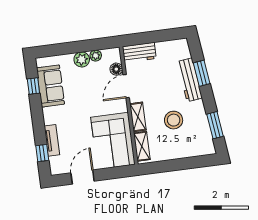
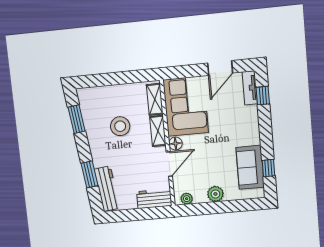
plant: (96, 56) -> (187, 199), moved
floor lamp: (116, 69) -> (175, 143), moved
workbench: (190, 80) -> (107, 189), moved
tv unit: (52, 140) -> (250, 88), moved

